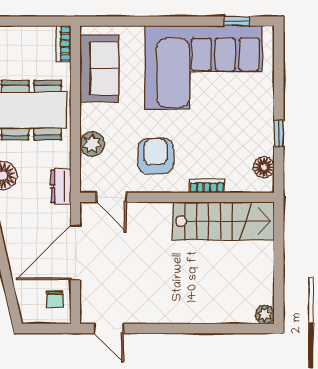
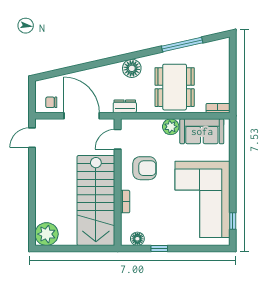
plant: (92, 144) -> (171, 127), moved
stairs: (224, 221) -> (96, 200), width x1.36, depth x1.51
plant: (265, 315) -> (47, 234), width x1.87, depth x1.87

